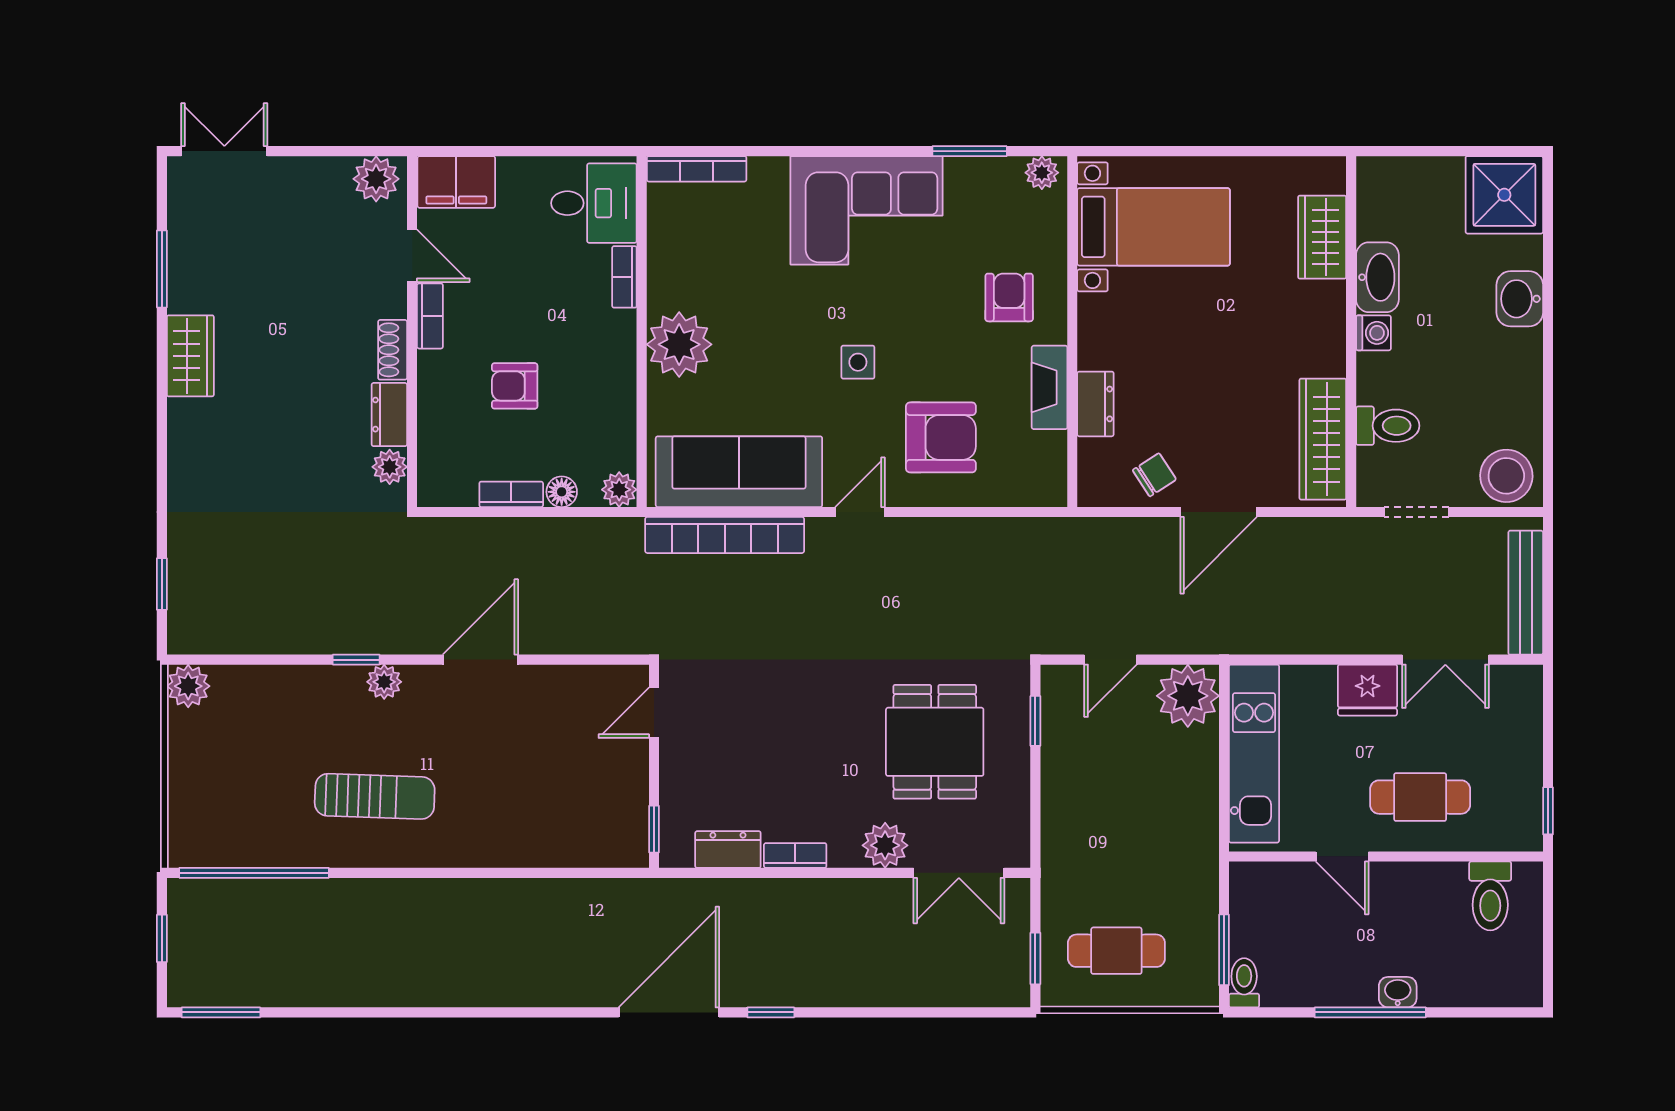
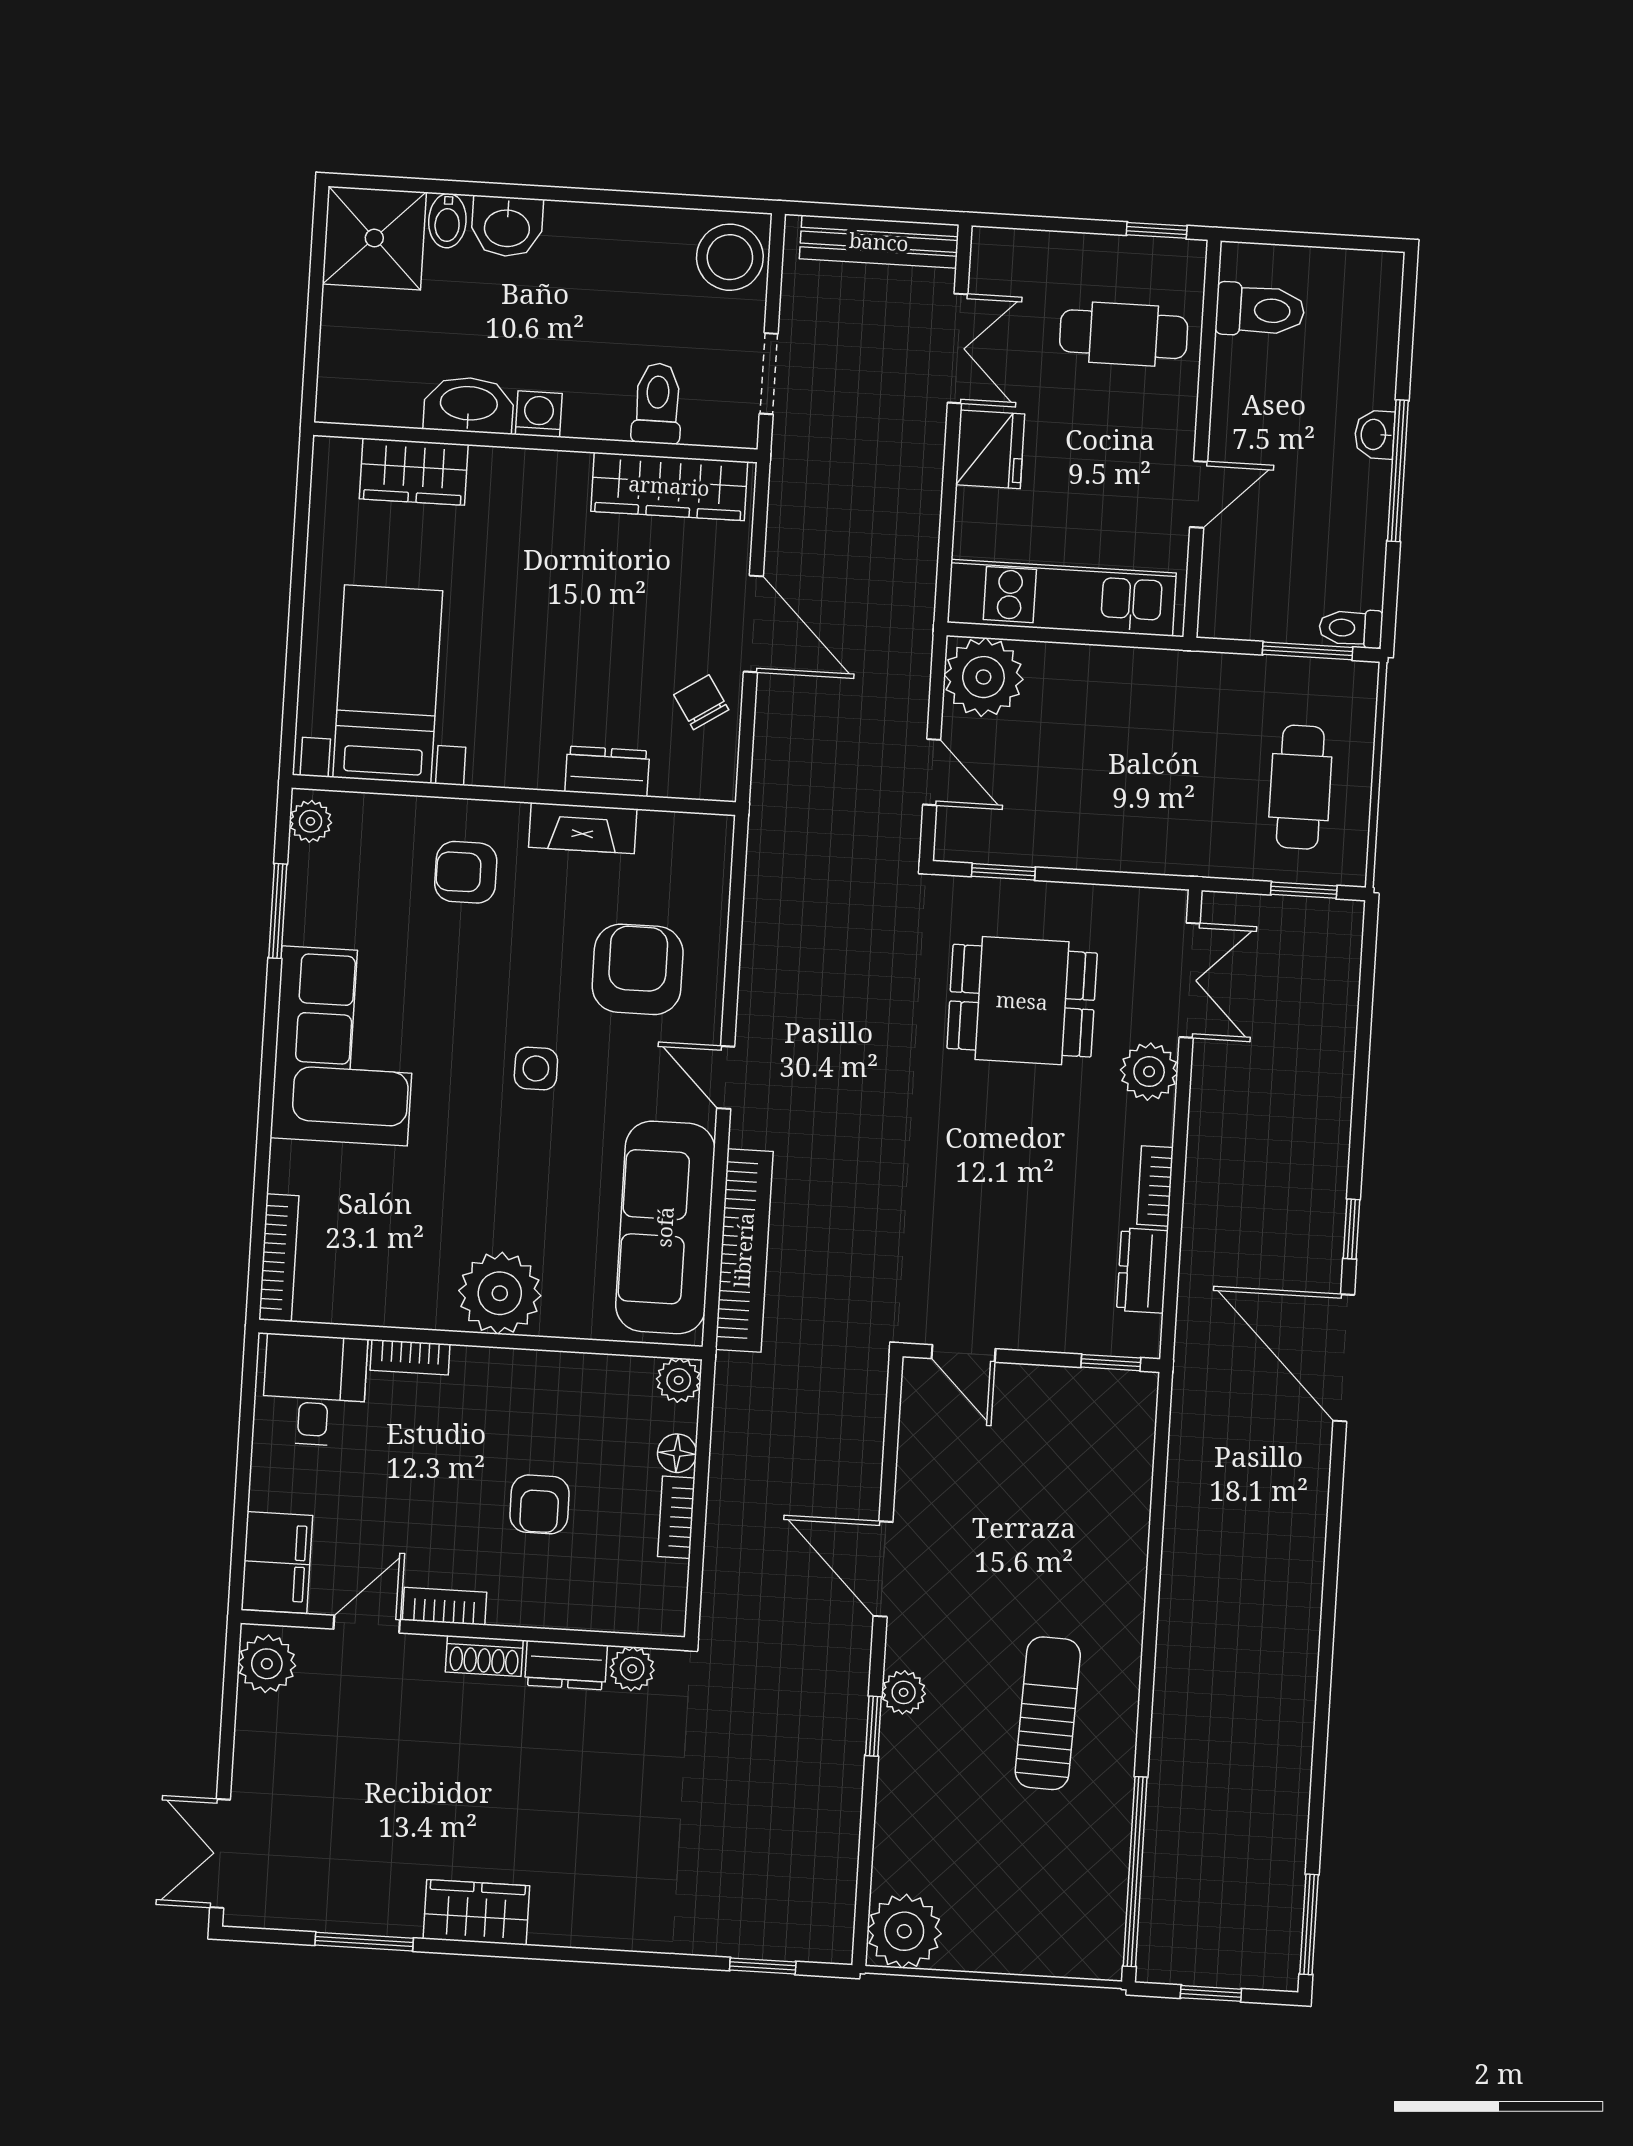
bidet: (1522, 252) -> (447, 221), added
plant: (188, 686) -> (904, 1931), width x1.36, depth x1.36
cafe table: (1420, 797) -> (1124, 334), moved, turned 90

